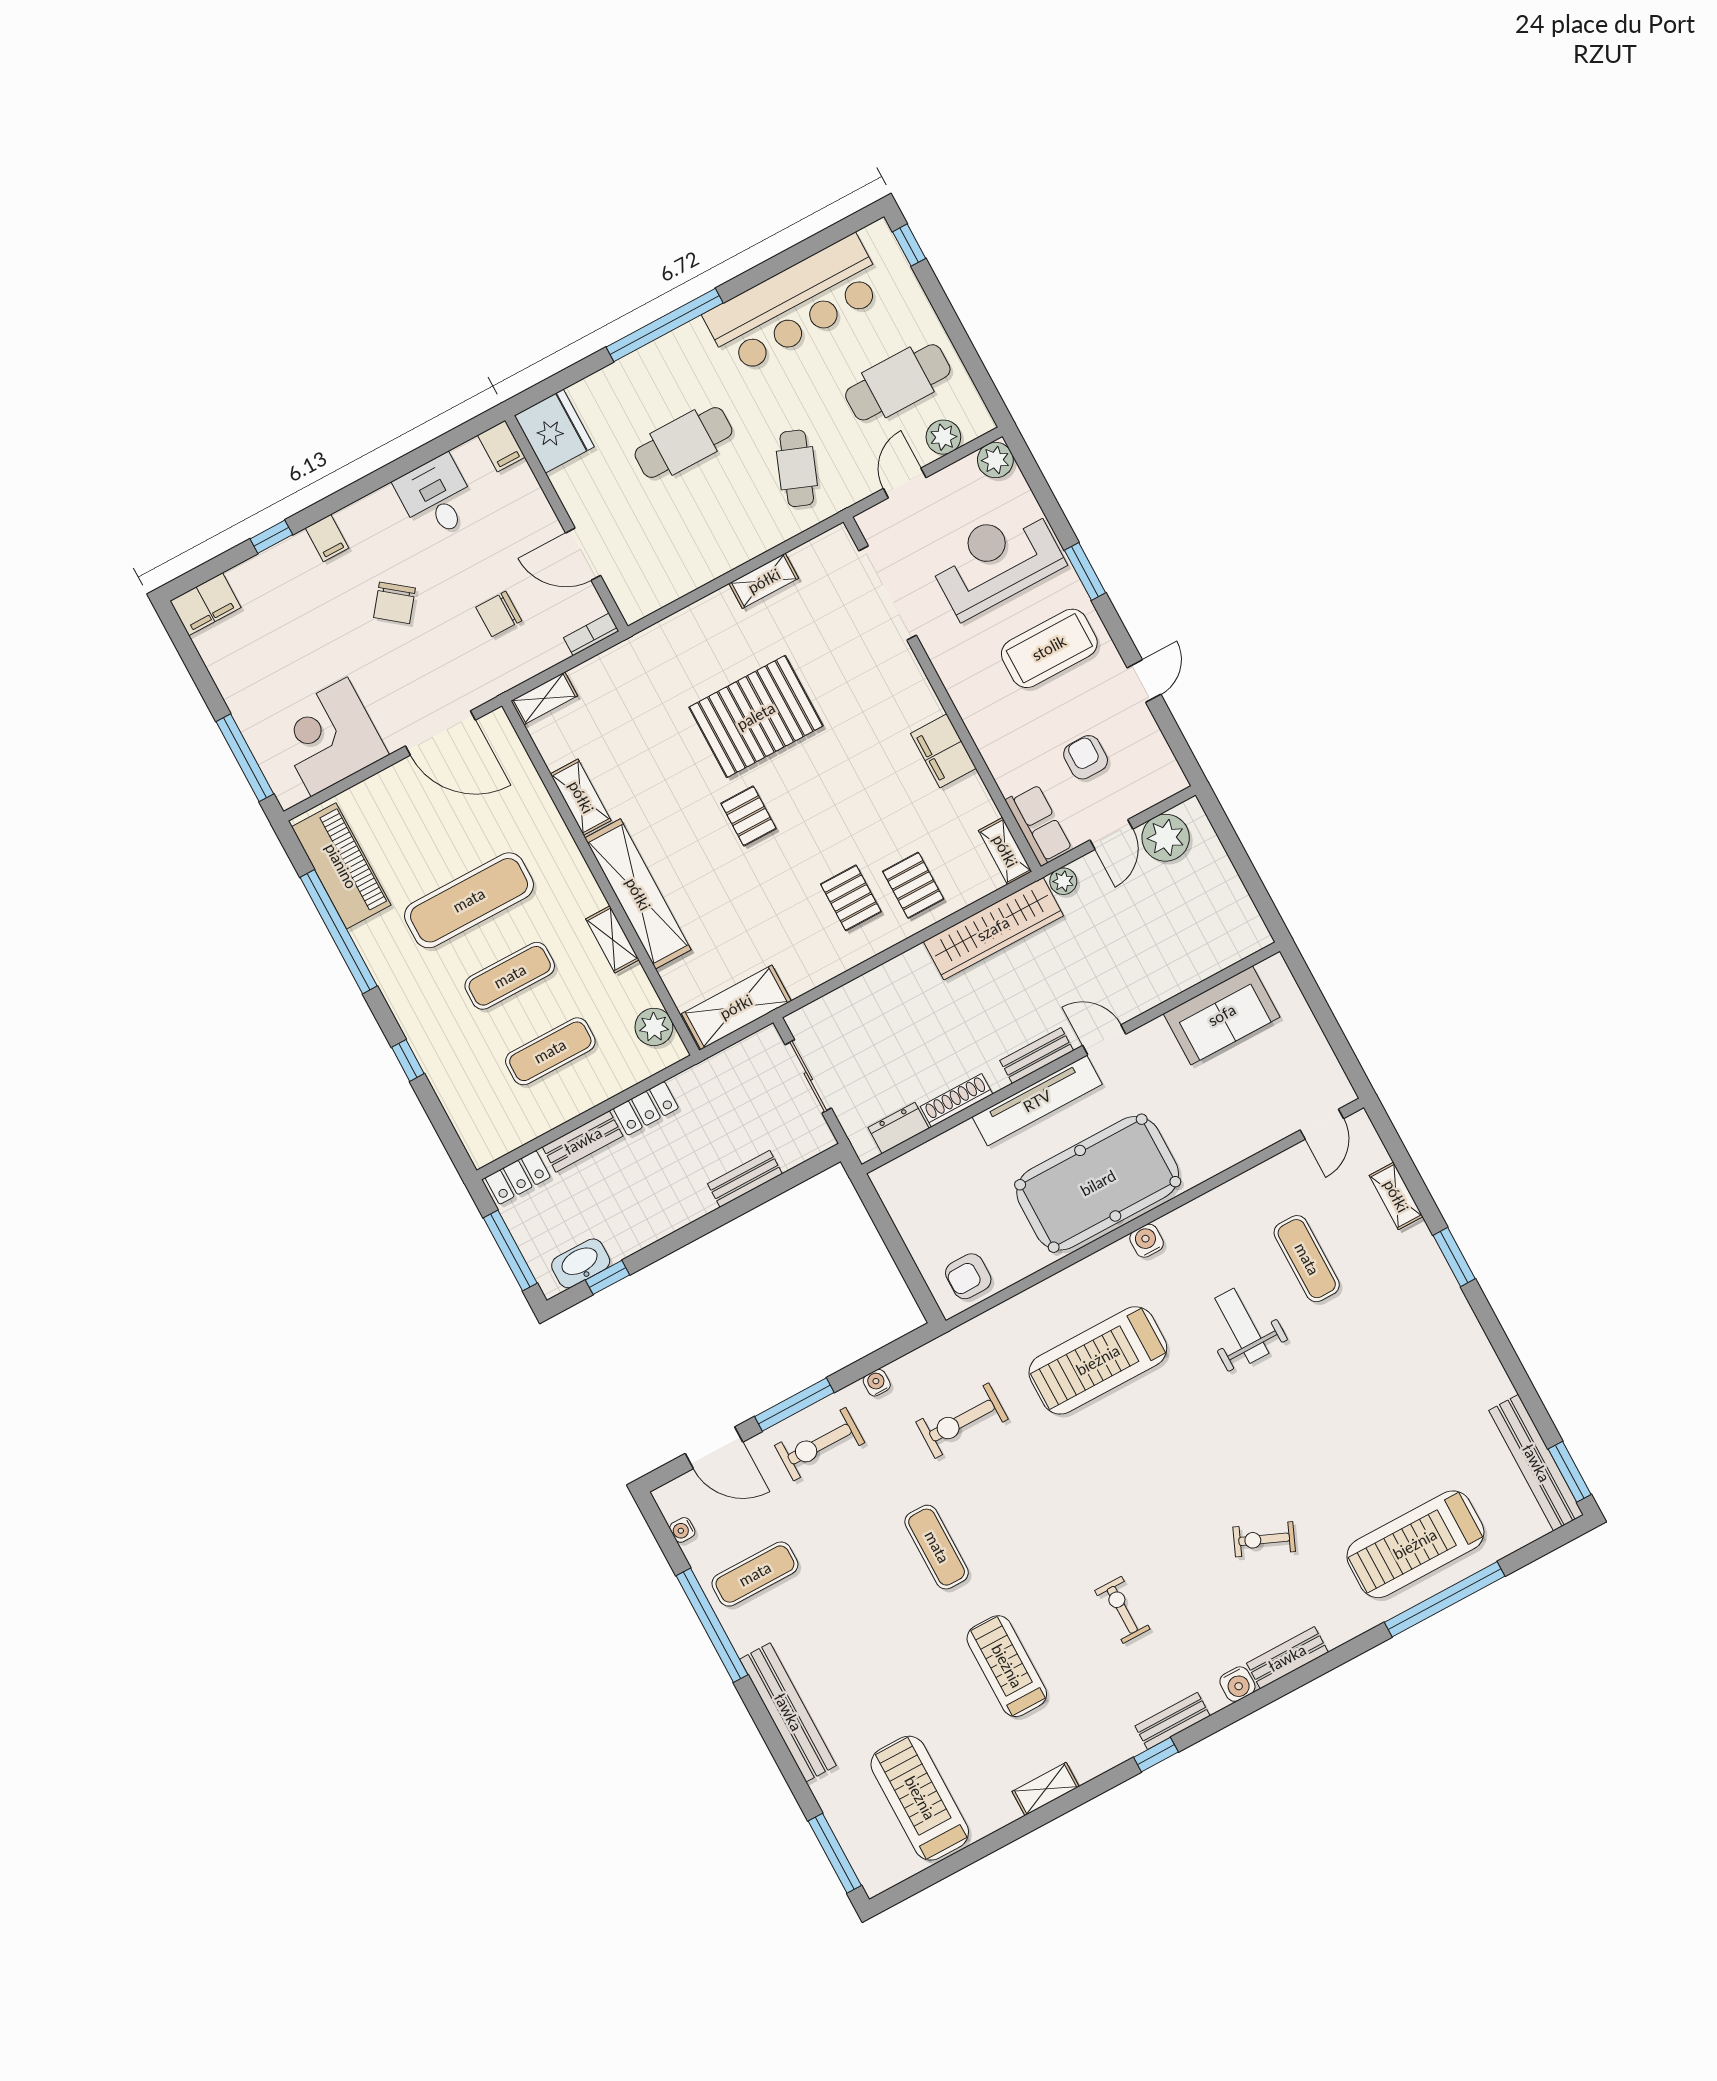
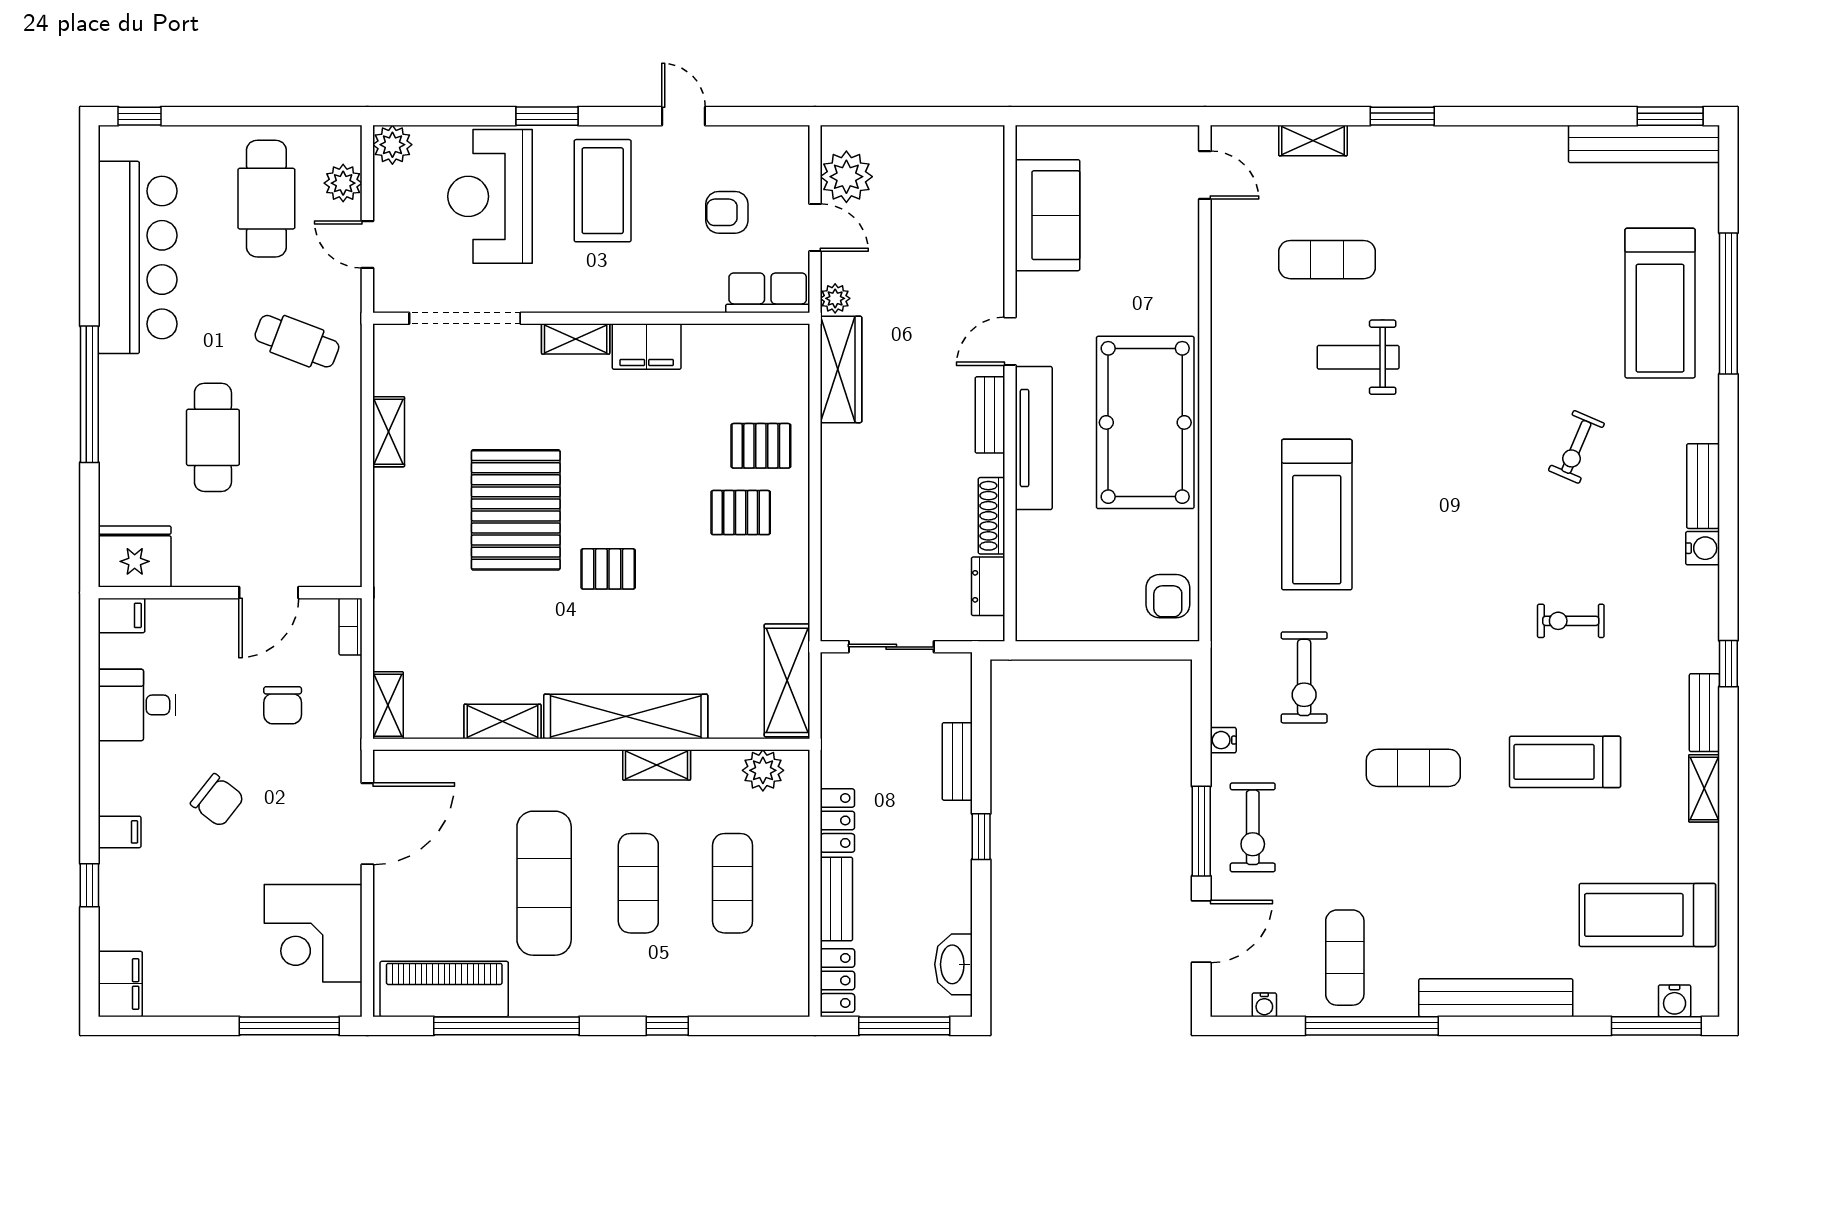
shelving: (1005, 851) -> (576, 339), moved
wardrobe: (993, 929) -> (841, 369), width x0.71, depth x0.85
water cooler: (1147, 1241) -> (1675, 1001), moved, turned -90
window: (607, 1277) -> (981, 837), moved
bench: (1173, 1721) -> (1704, 713), moved

